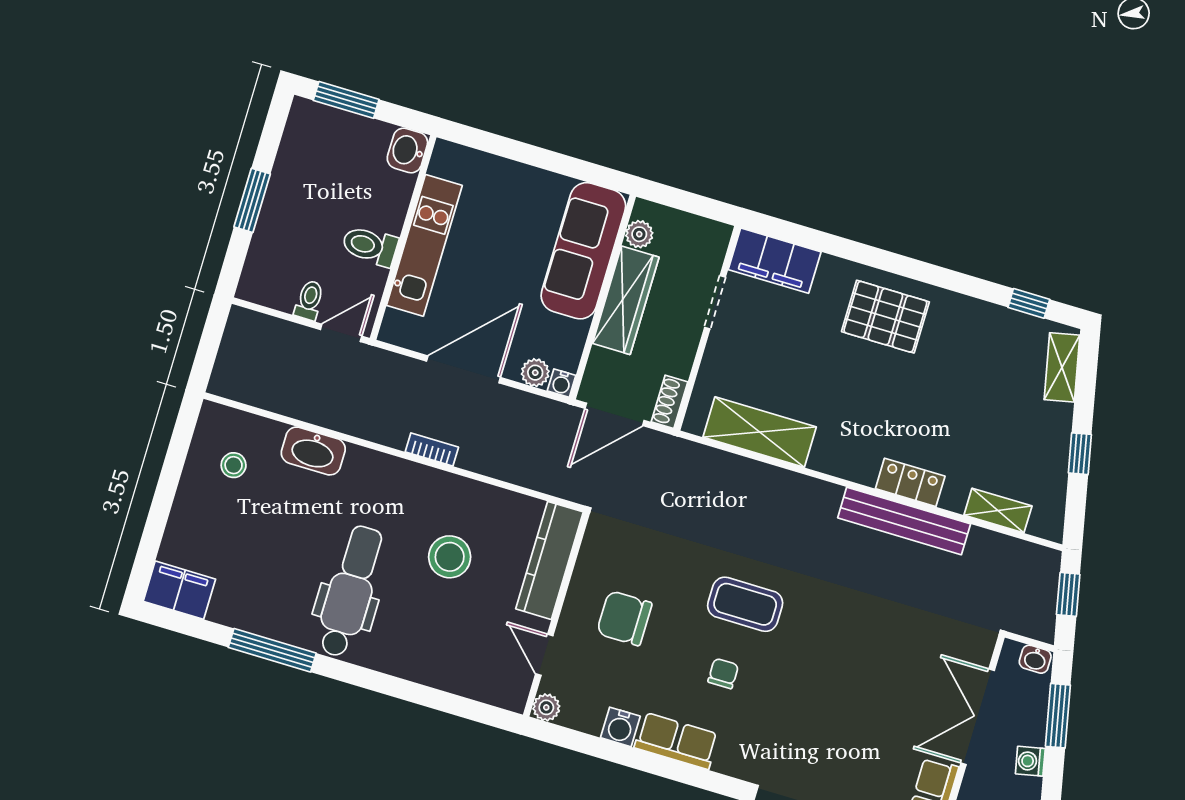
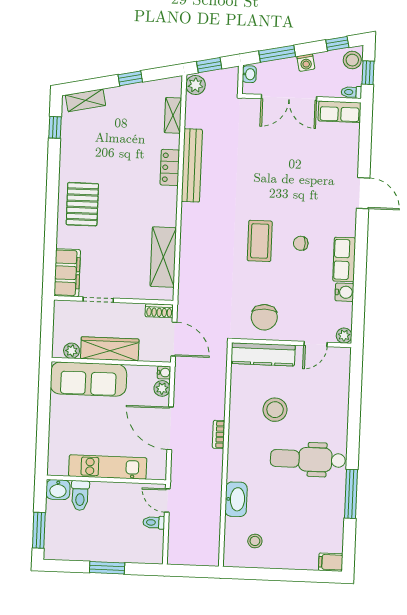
toilet: (370, 246) -> (80, 495), moved
plant: (1040, 562) -> (196, 85), added
filing cabinet: (179, 590) -> (331, 562), width x0.50
chair: (624, 618) -> (264, 317), moved

